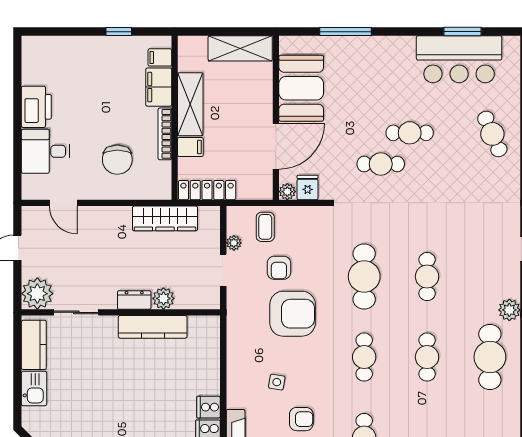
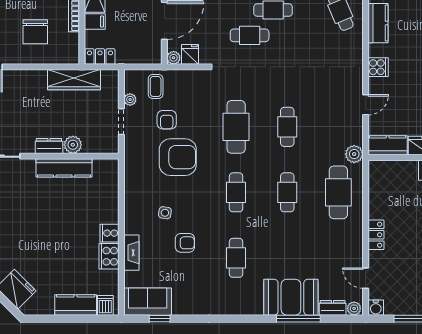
locker: (207, 190) -> (100, 57), width x0.66

